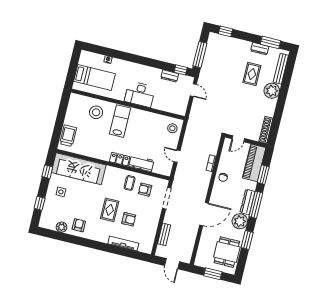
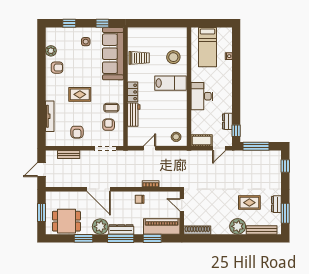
cot: (182, 105) -> (202, 140), added
trolley: (68, 136) -> (139, 58), moved
armchair: (129, 219) -> (77, 132), moved

